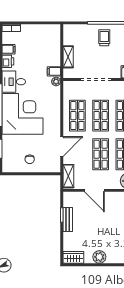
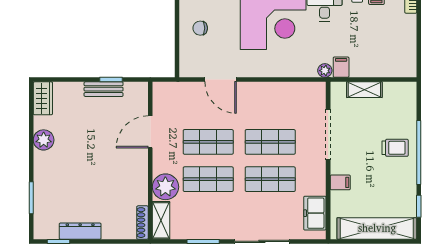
shop shelf: (77, 116) -> (270, 105), removed
shelving: (68, 176) -> (173, 90), removed

